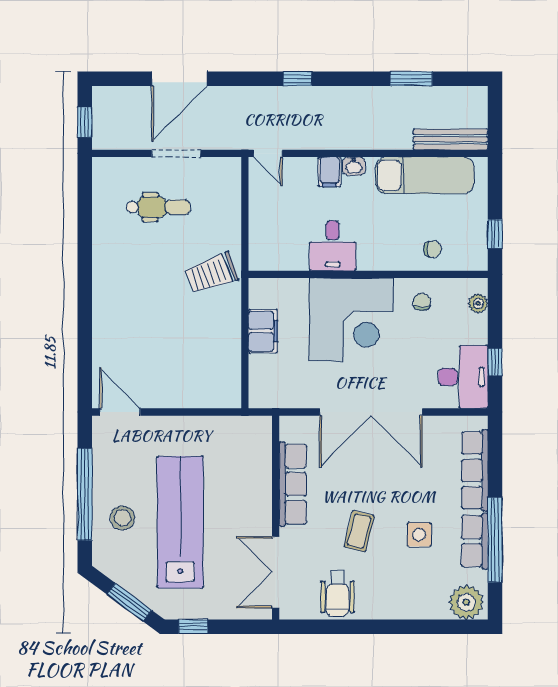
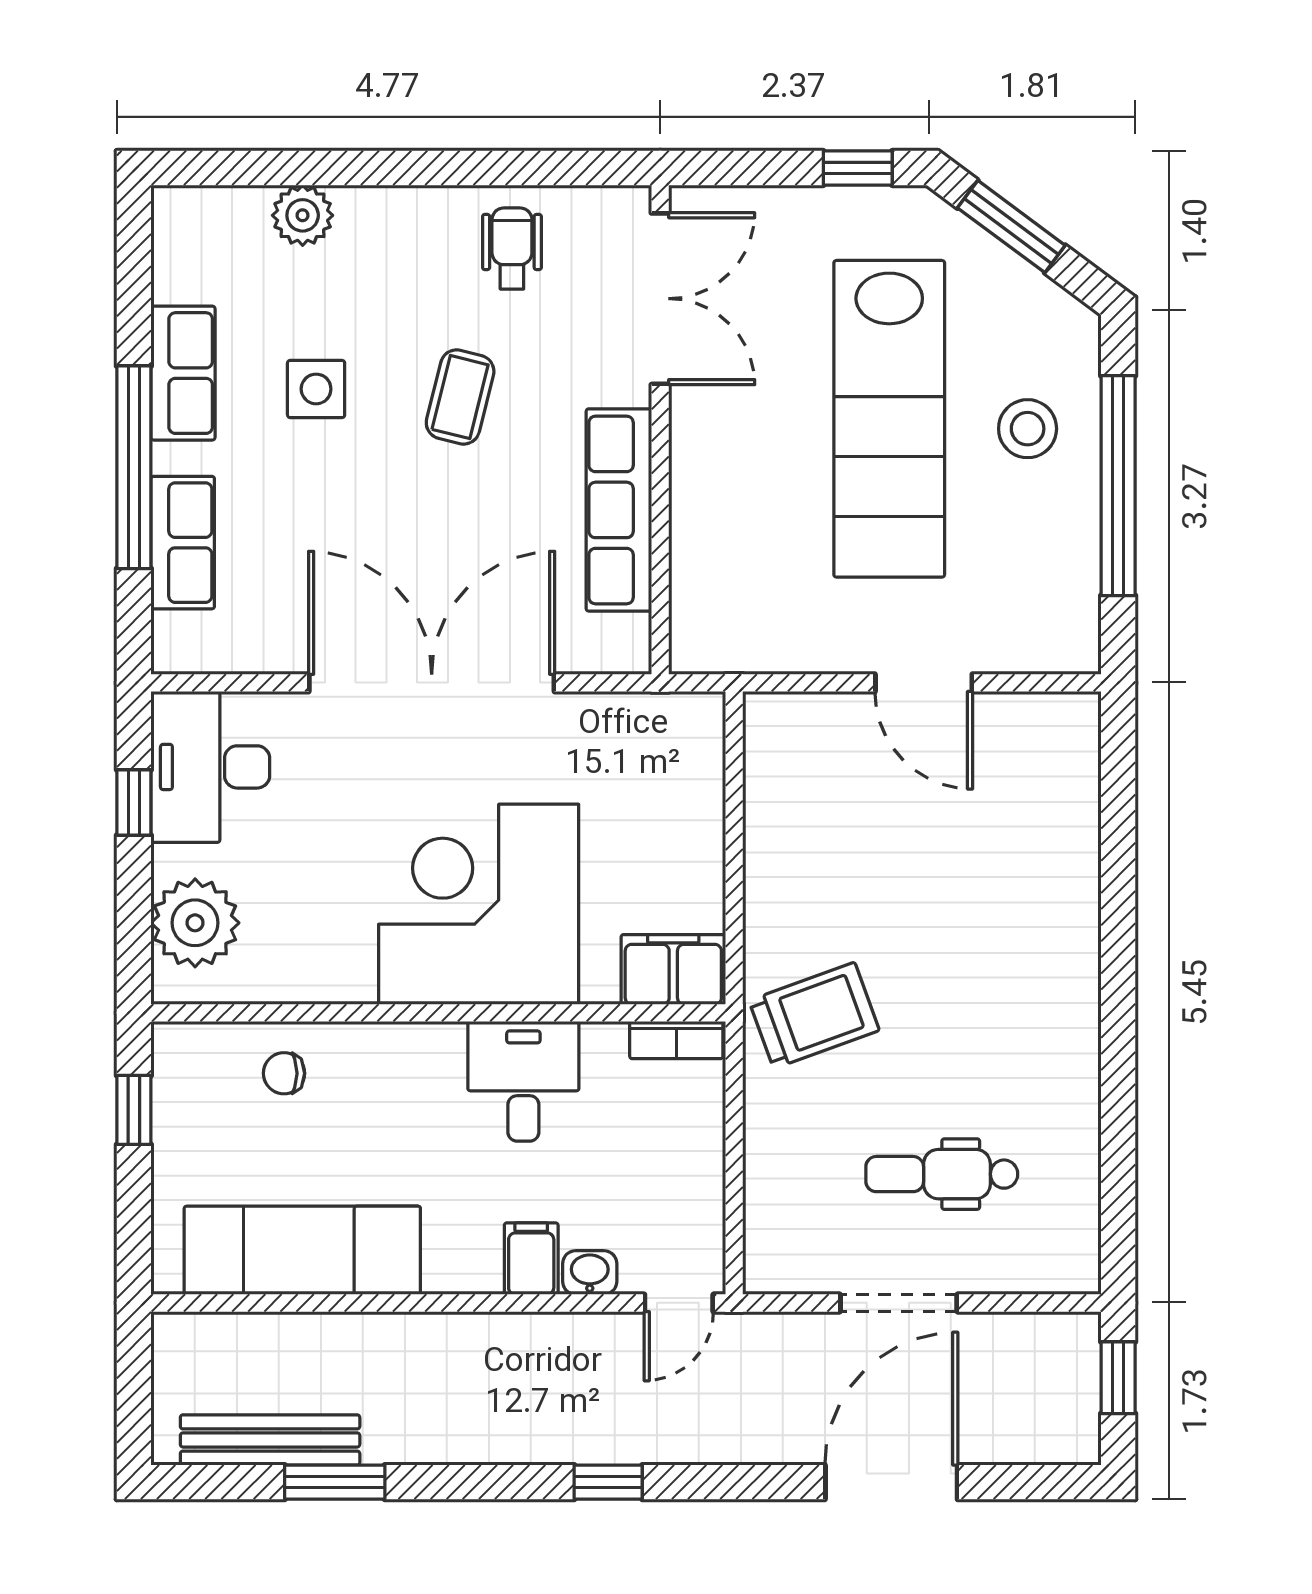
bench: (451, 139) -> (270, 1440), moved
door: (268, 153) -> (679, 1303), swing flipped
washbasin: (354, 166) -> (590, 1273), moved
bookcase: (269, 263) -> (676, 1040), added
chair: (422, 302) -> (309, 947), removed
plant: (478, 303) -> (195, 923), width x1.88, depth x1.88
filing cabinet: (263, 331) -> (673, 969), moved, turned 90
door: (120, 412) -> (924, 683), moved
row of seats: (475, 470) -> (183, 543), width x0.68
window: (495, 540) -> (134, 467), moved
wheelchair: (337, 593) -> (512, 248), width x0.73, depth x0.73
plant: (466, 602) -> (303, 215), moved, width x0.73, depth x0.73

